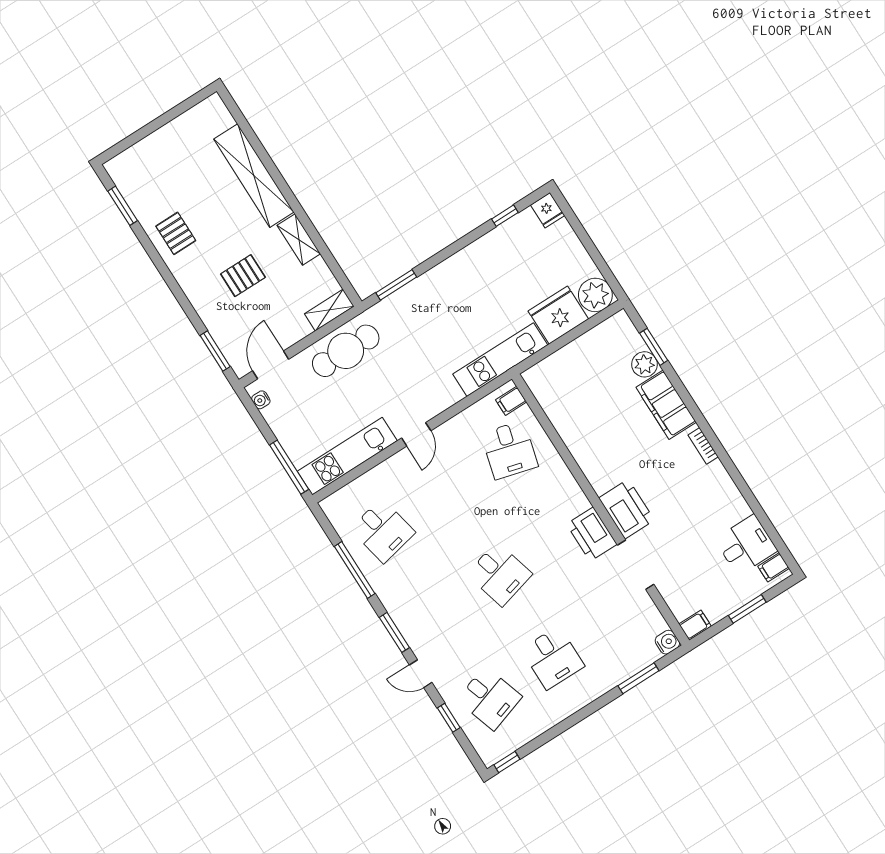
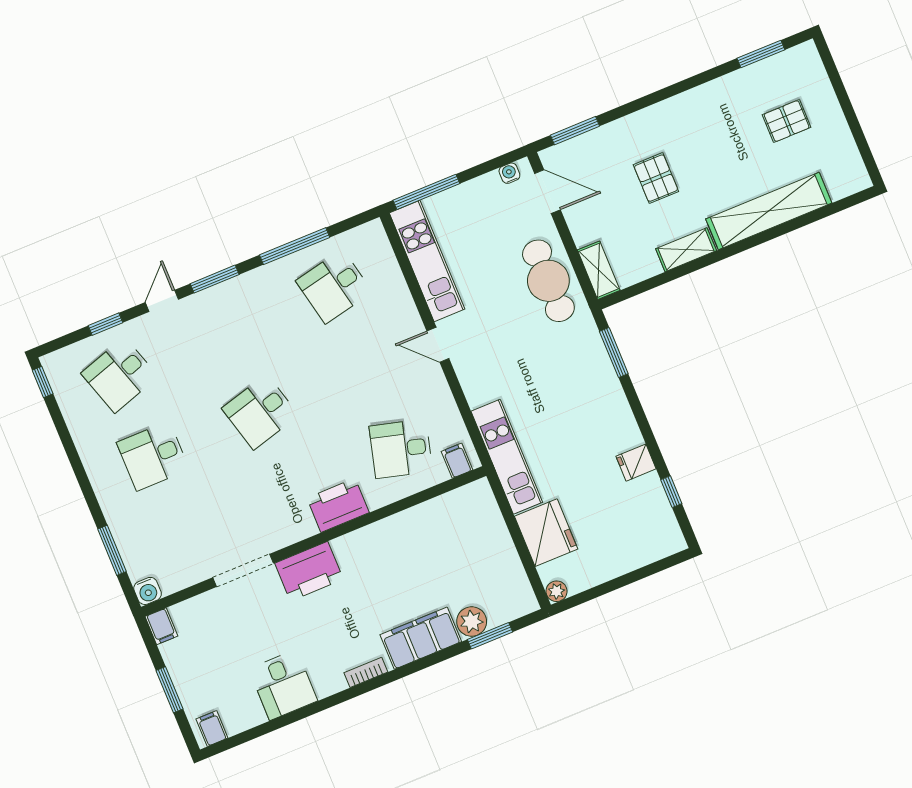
fridge: (548, 210) -> (636, 463), moved
pallet: (176, 233) -> (787, 121), moved
plant: (595, 295) -> (557, 591), width x0.53, depth x0.53
printer: (592, 534) -> (338, 505), moved
desk: (746, 545) -> (283, 685), moved

